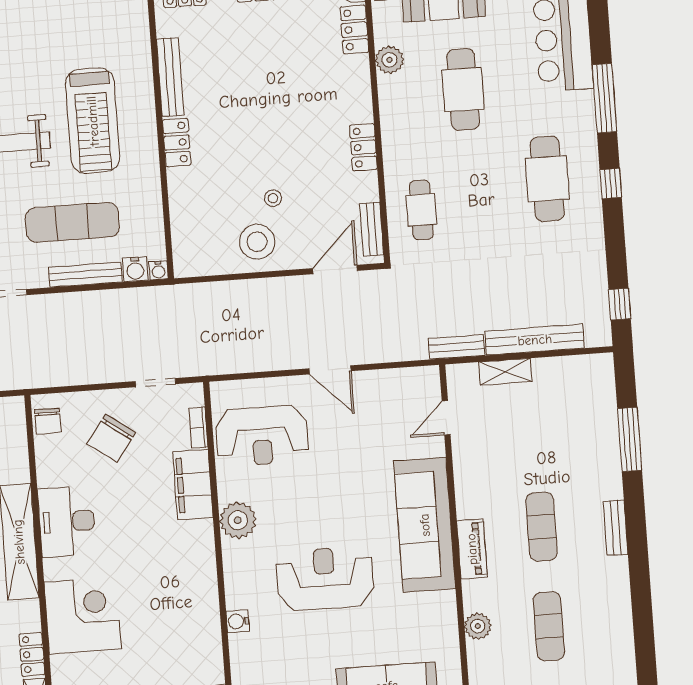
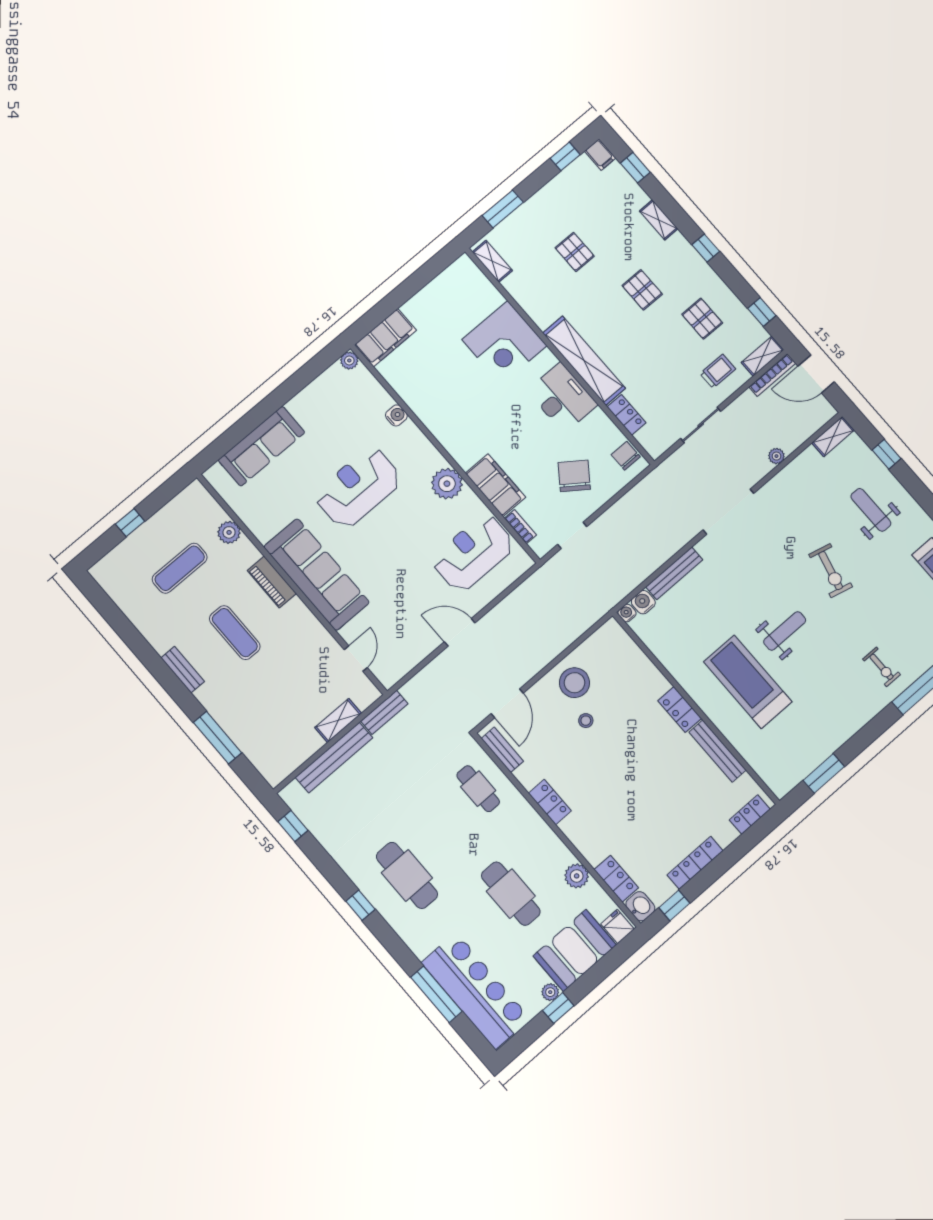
window: (604, 98) -> (436, 994), moved
exercise mat: (72, 222) -> (710, 602), removed
reception desk: (325, 579) -> (358, 488), turned 180
exercise mat: (549, 626) -> (180, 568), turned 90
locker: (32, 654) -> (626, 415), moved

